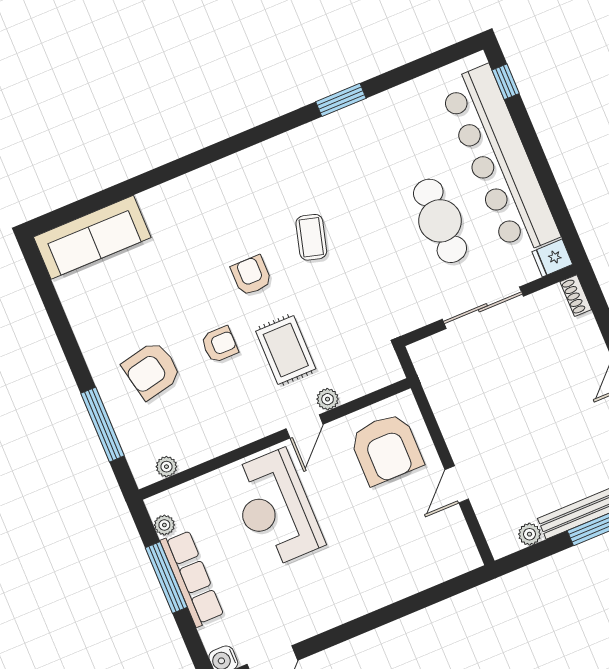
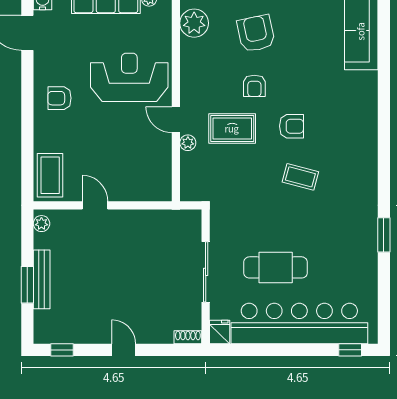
armchair: (386, 449) -> (60, 98), moved, width x0.53, depth x0.53
plant: (166, 467) -> (194, 23), width x1.88, depth x1.88
plant: (530, 534) -> (41, 224), moved
coffee table: (442, 558) -> (50, 175), added

